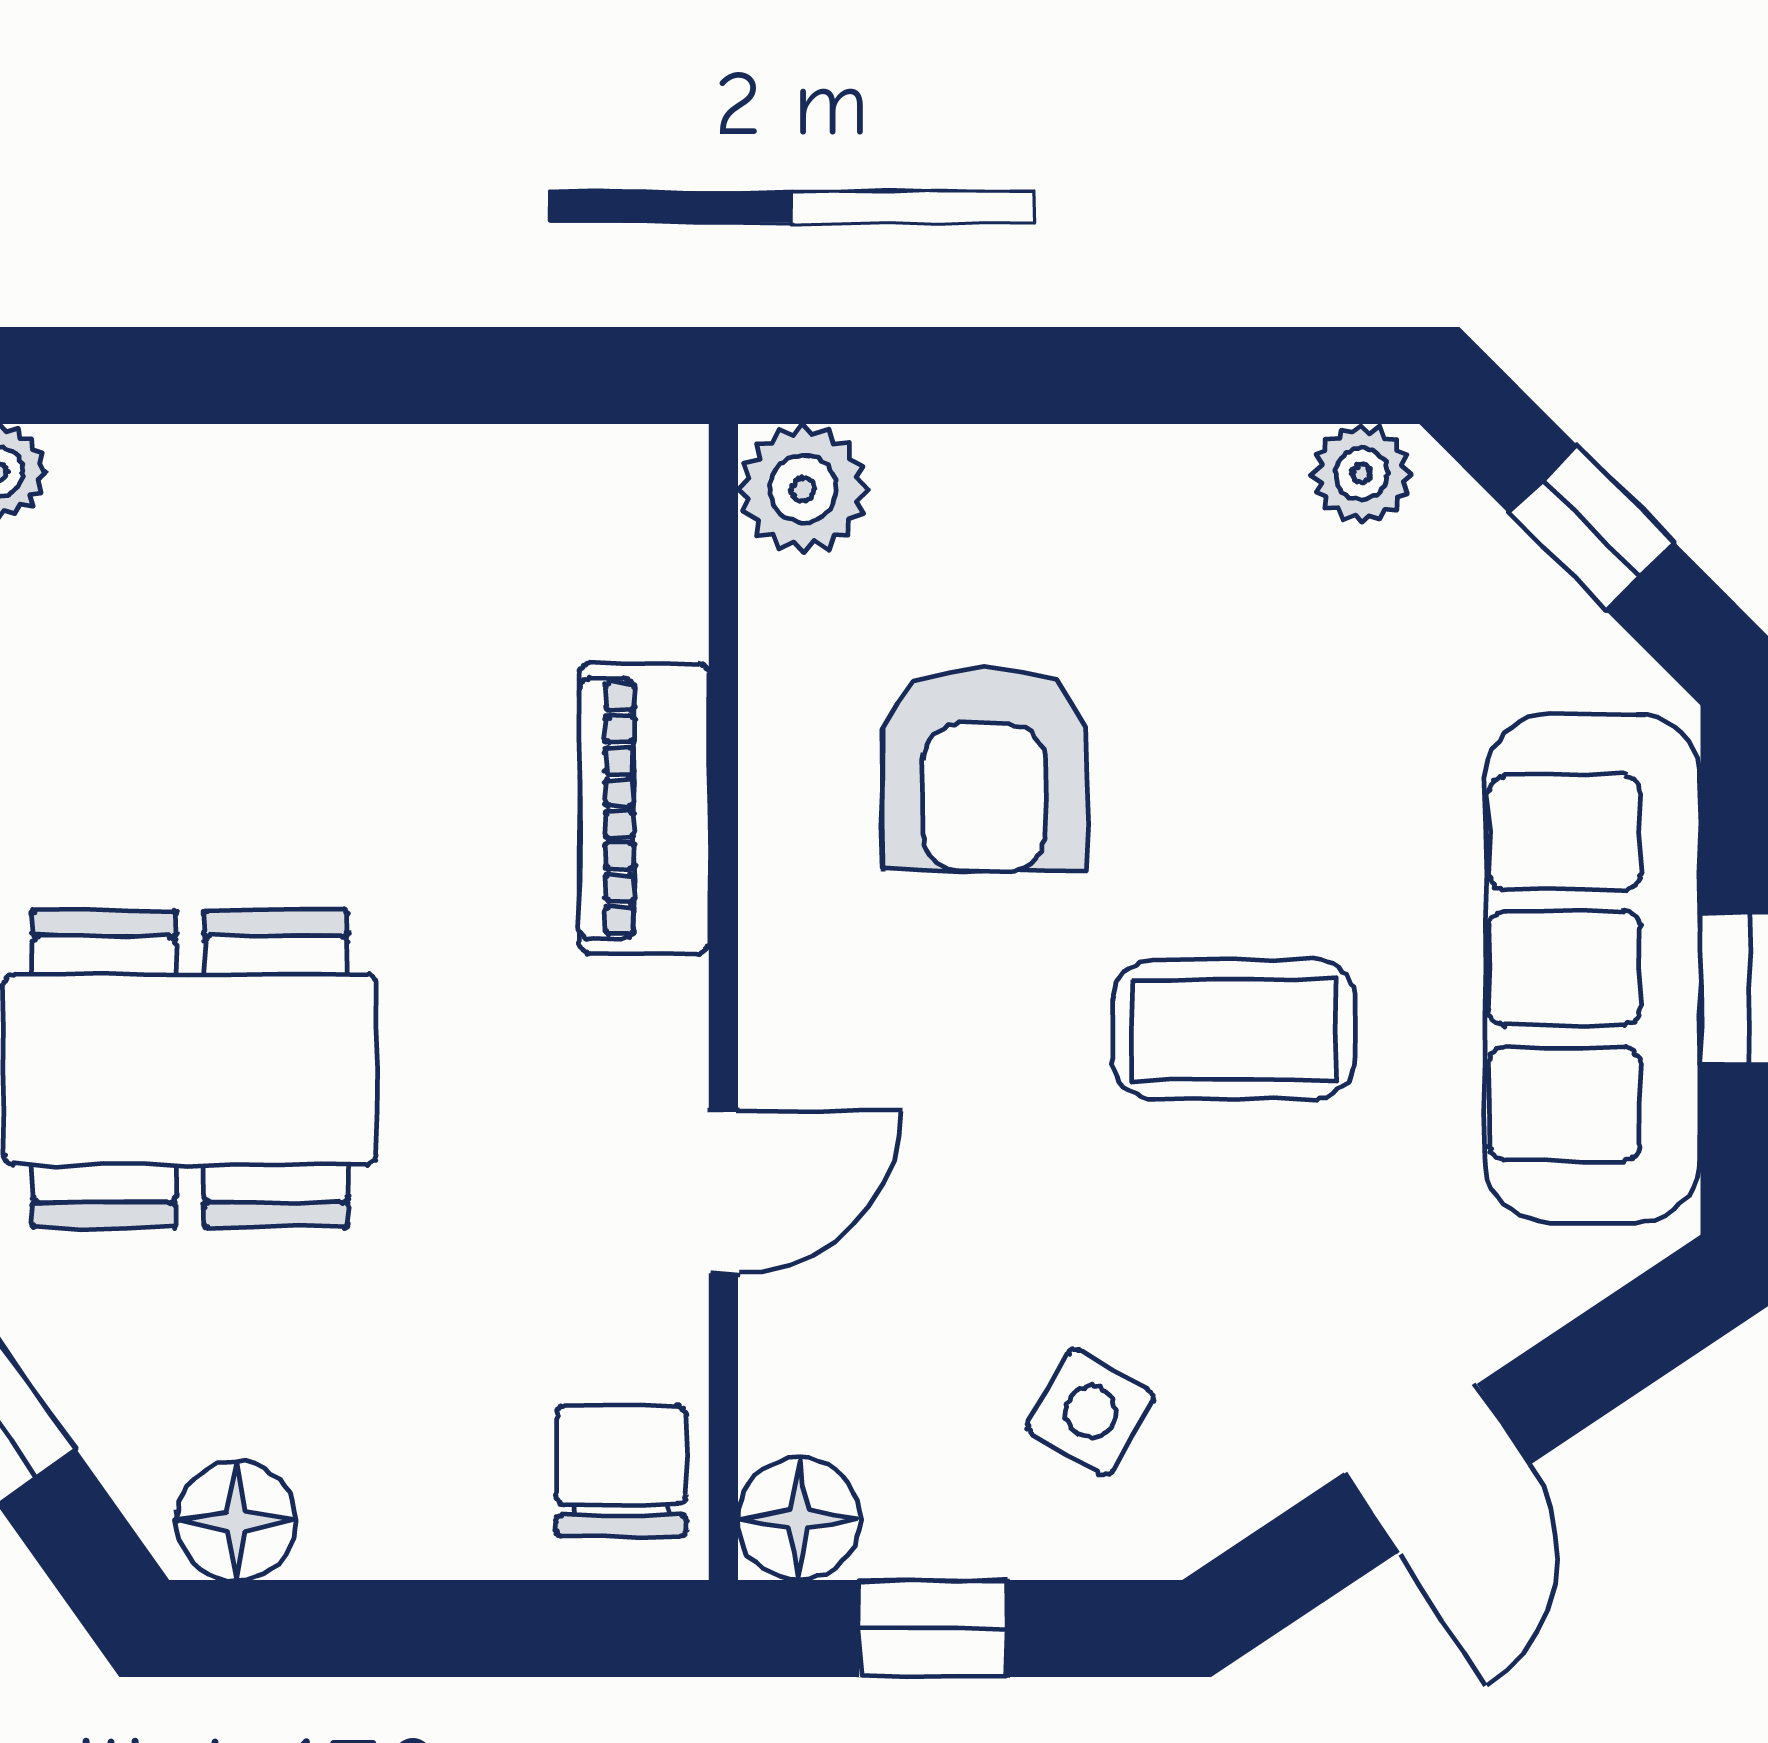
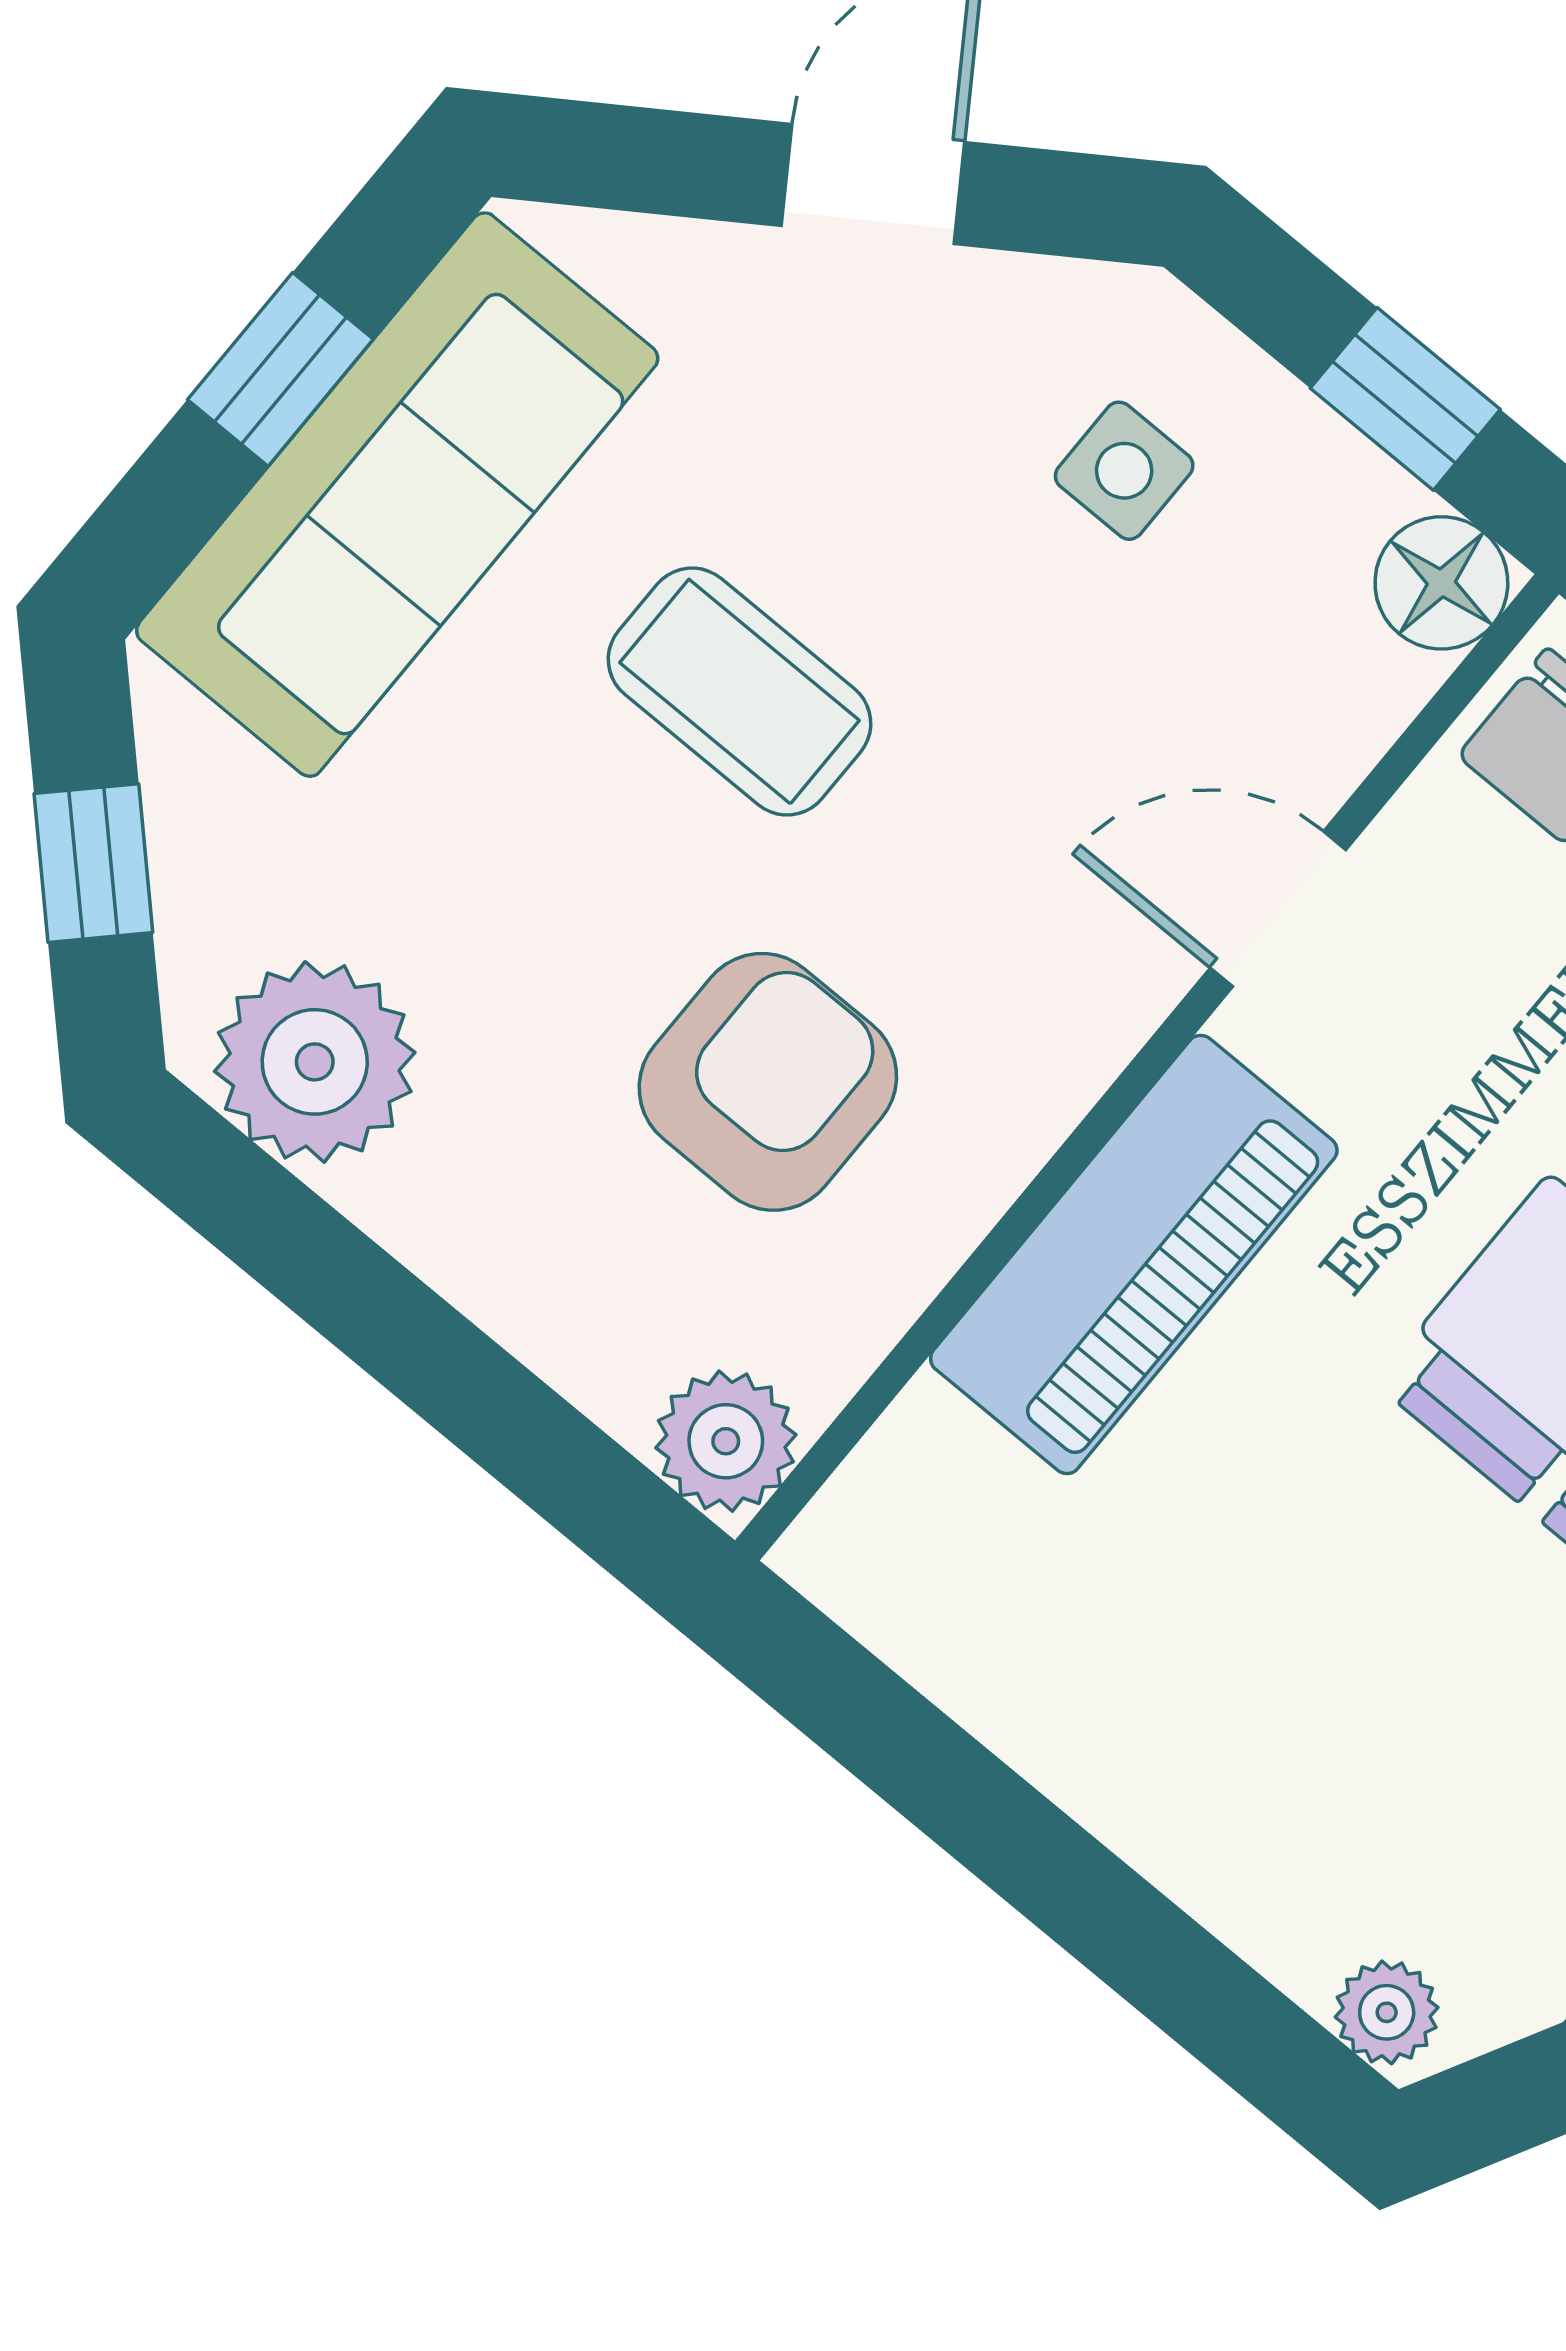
plant: (1361, 474) -> (315, 1062), width x1.88, depth x1.88
piano: (644, 808) -> (1134, 1254), width x1.37, depth x1.33
side table: (1090, 1412) -> (1124, 471), turned -30

